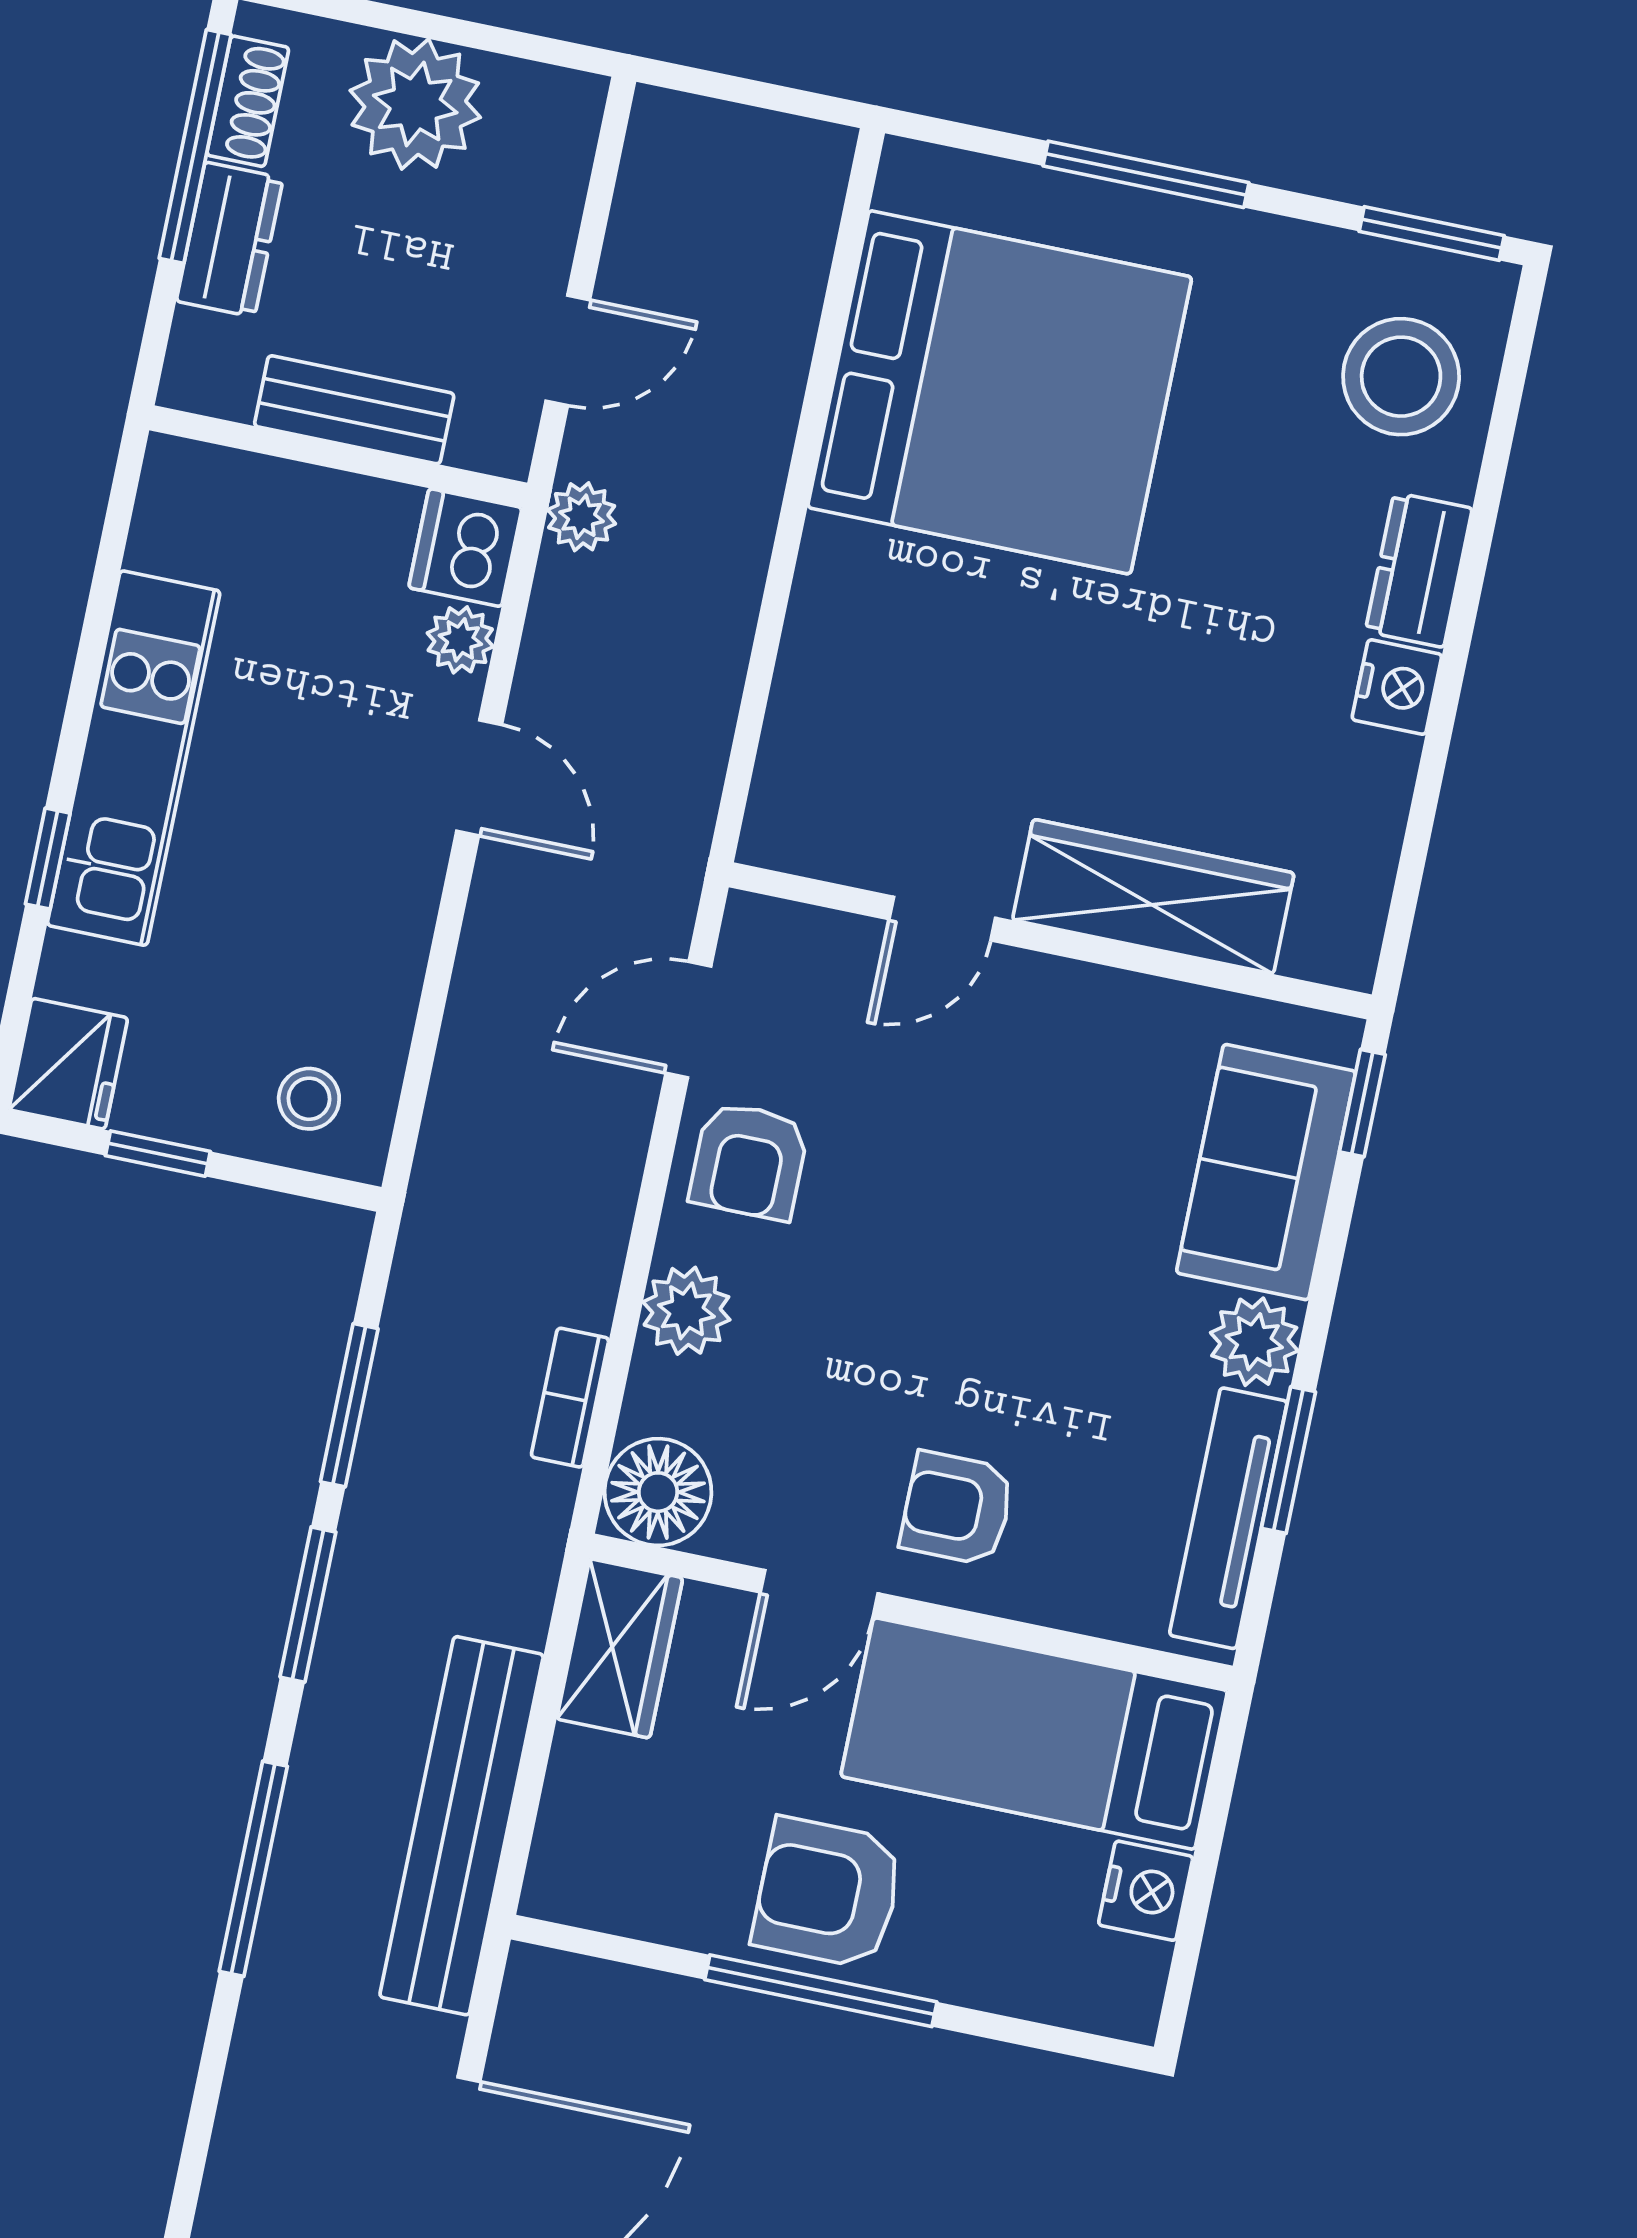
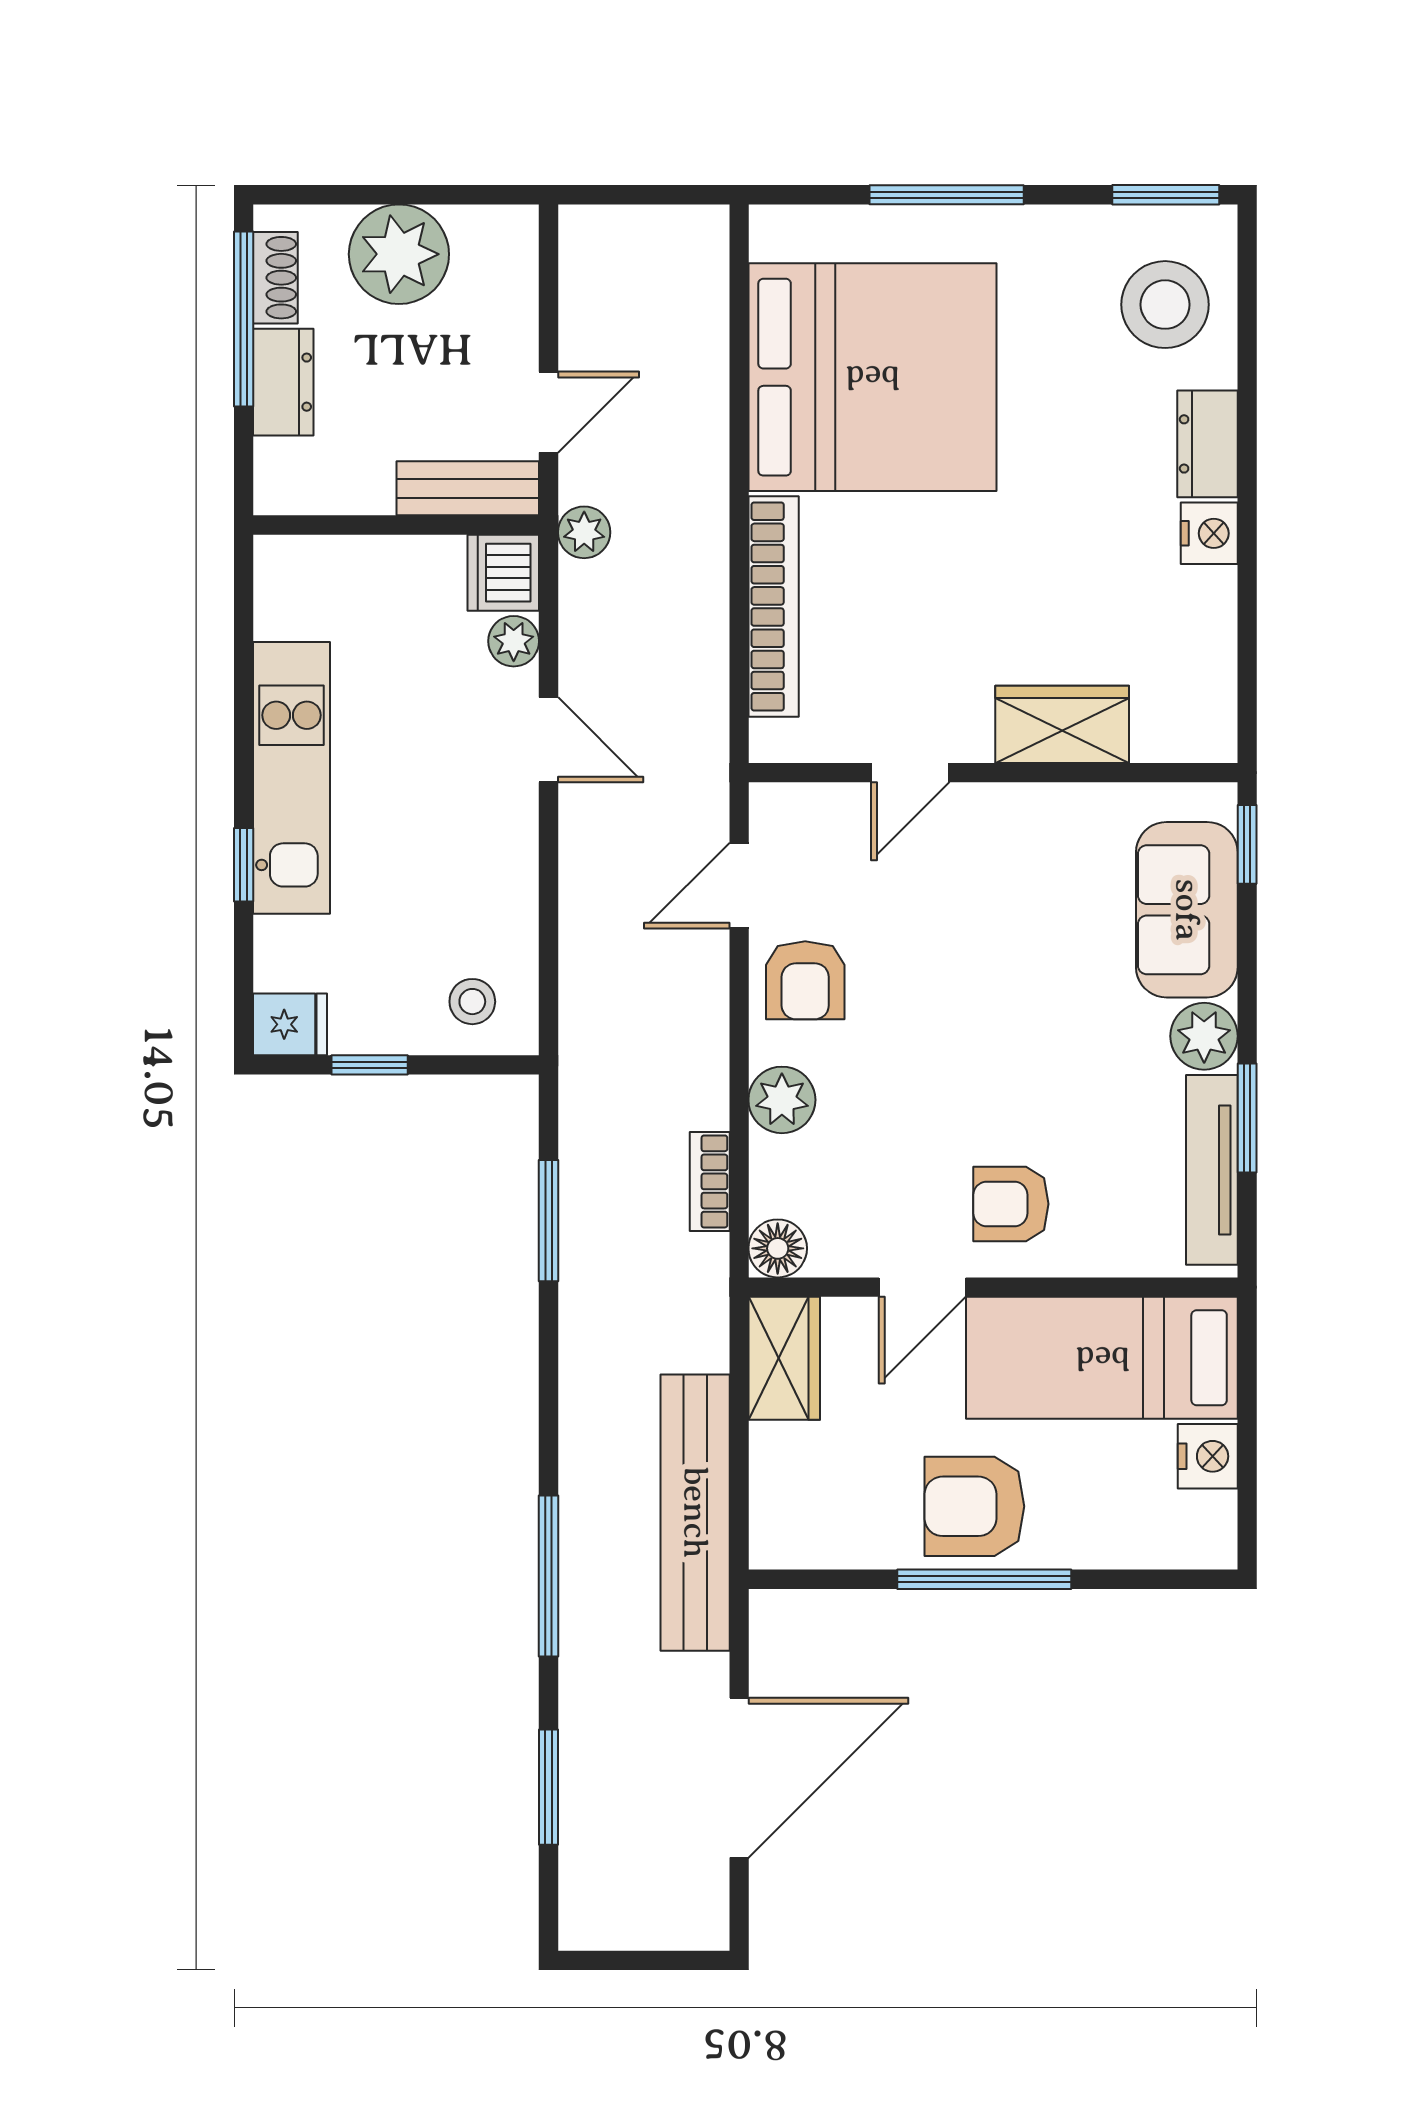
bench: (354, 410) -> (468, 488), moved
bookcase: (809, 665) -> (774, 606), added
wardrobe: (1153, 897) -> (1062, 724), width x0.67
fridge: (68, 1064) -> (290, 1024), width x0.72
floor lamp: (658, 1492) -> (778, 1248), width x0.73, depth x0.73
window: (308, 1605) -> (548, 1787), moved

